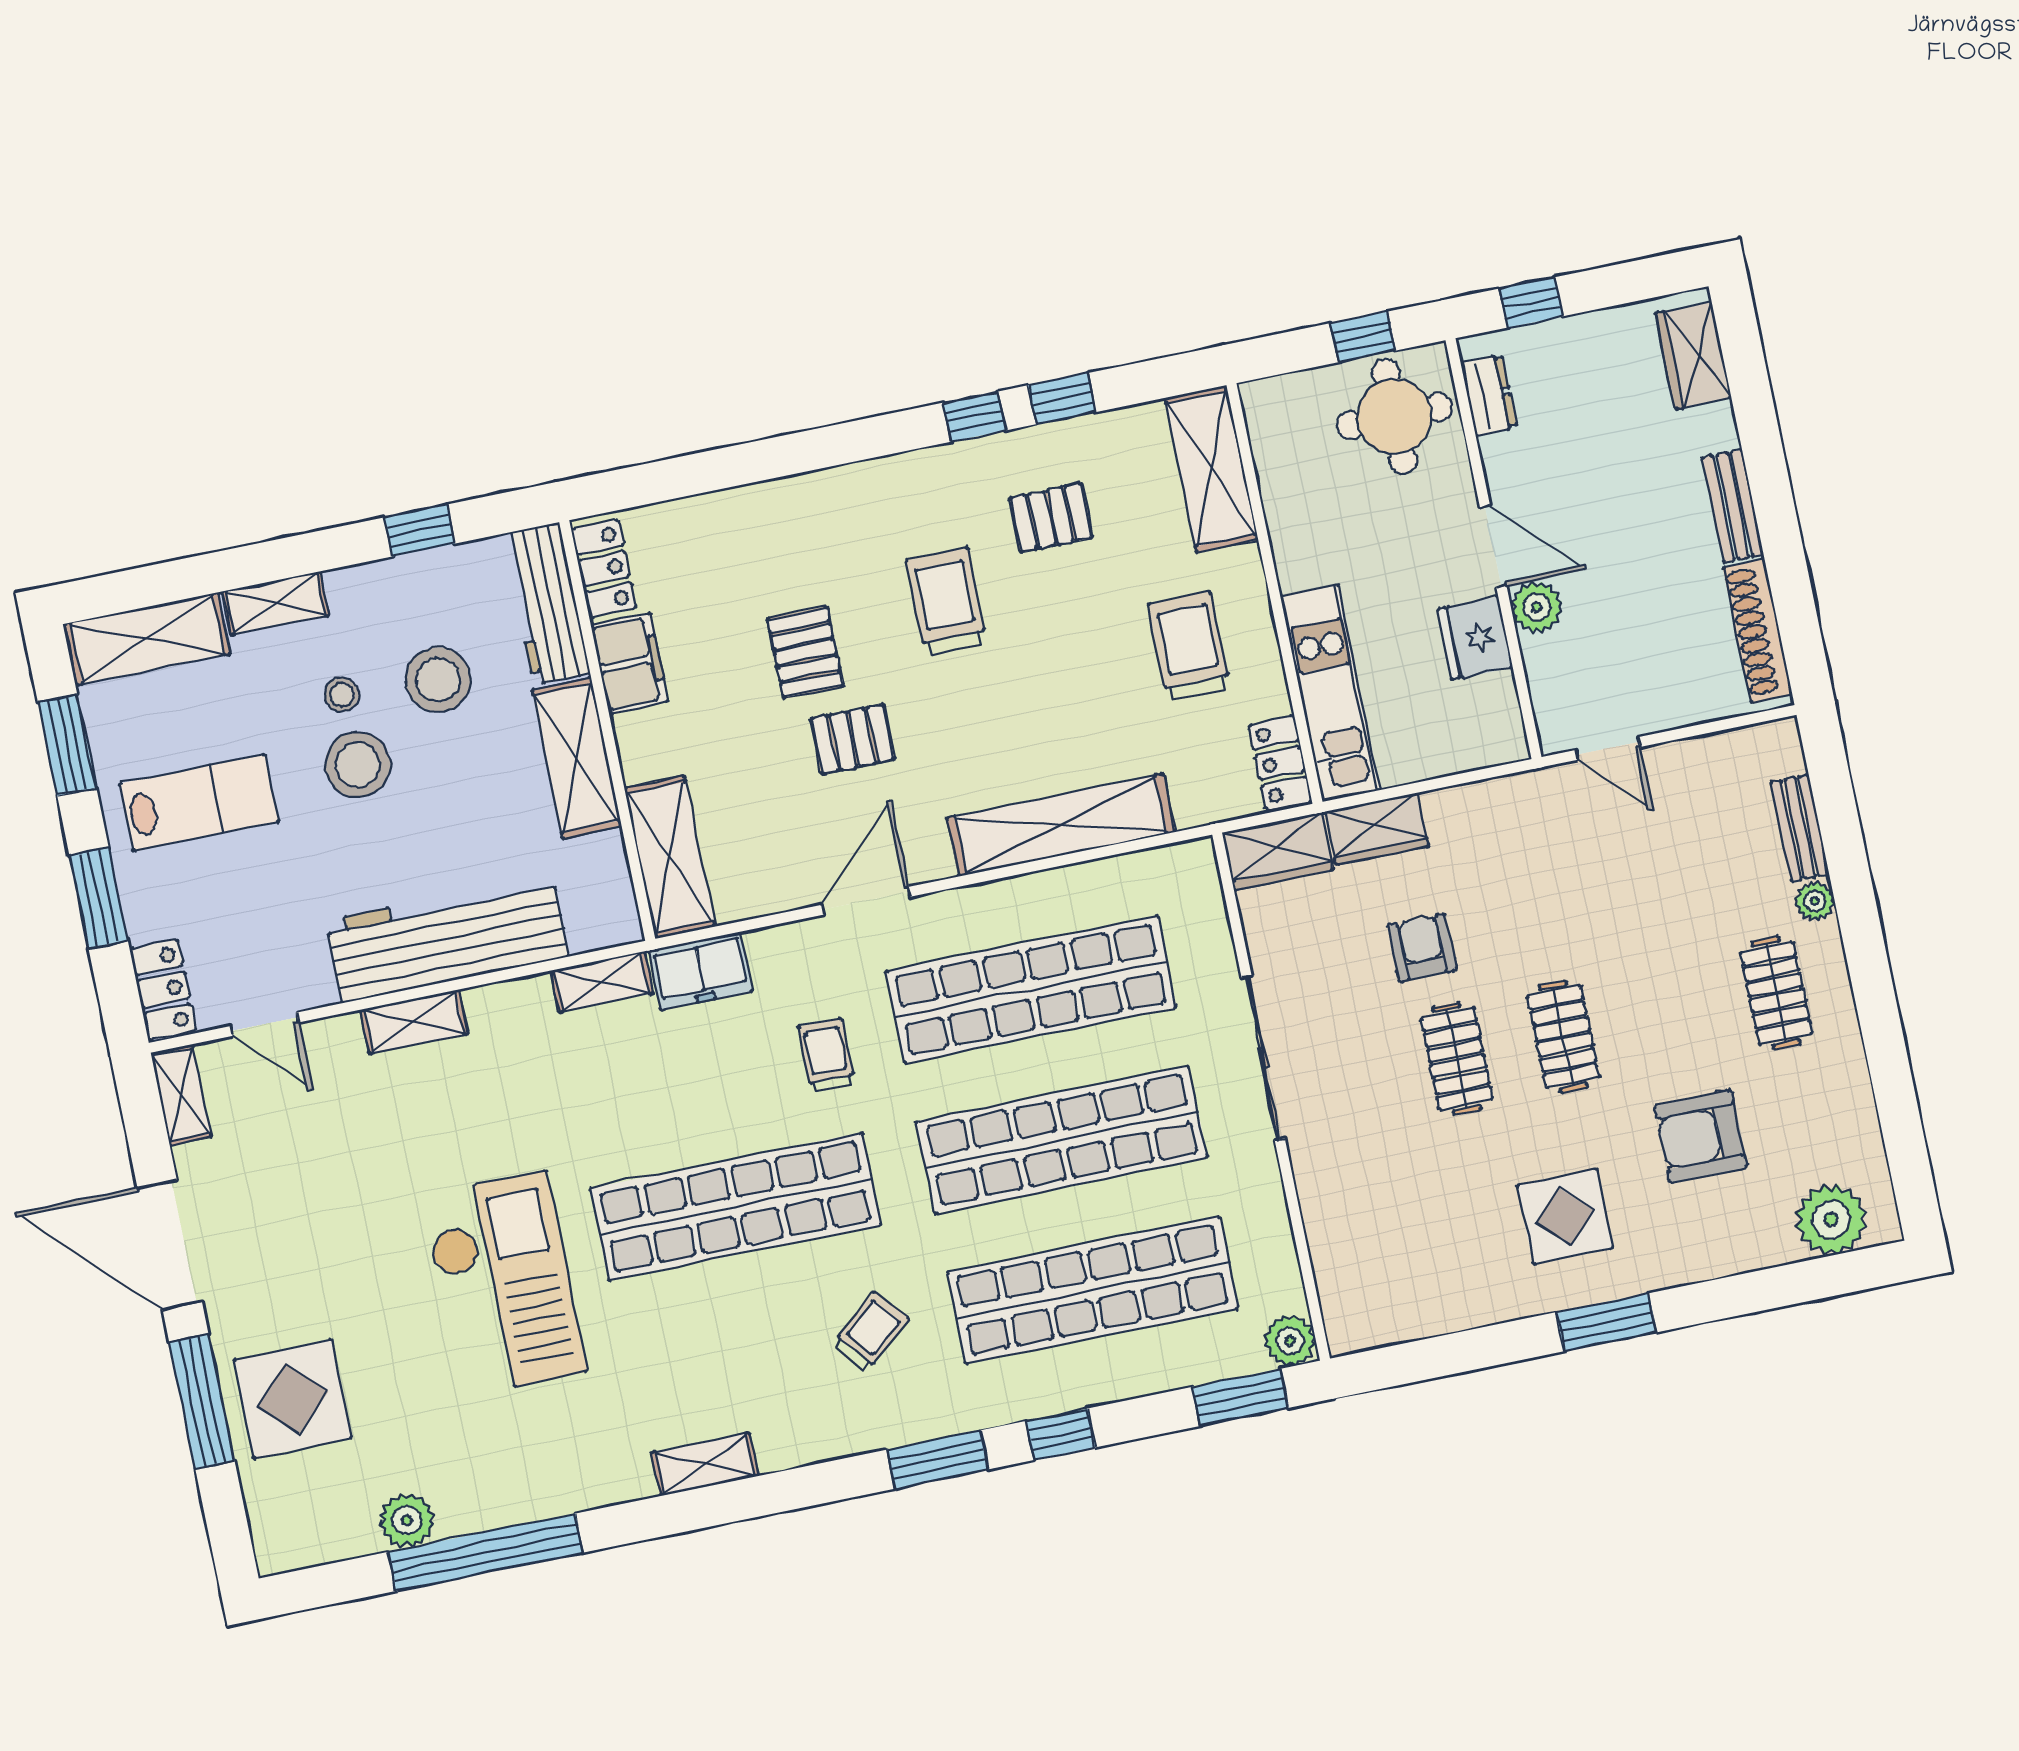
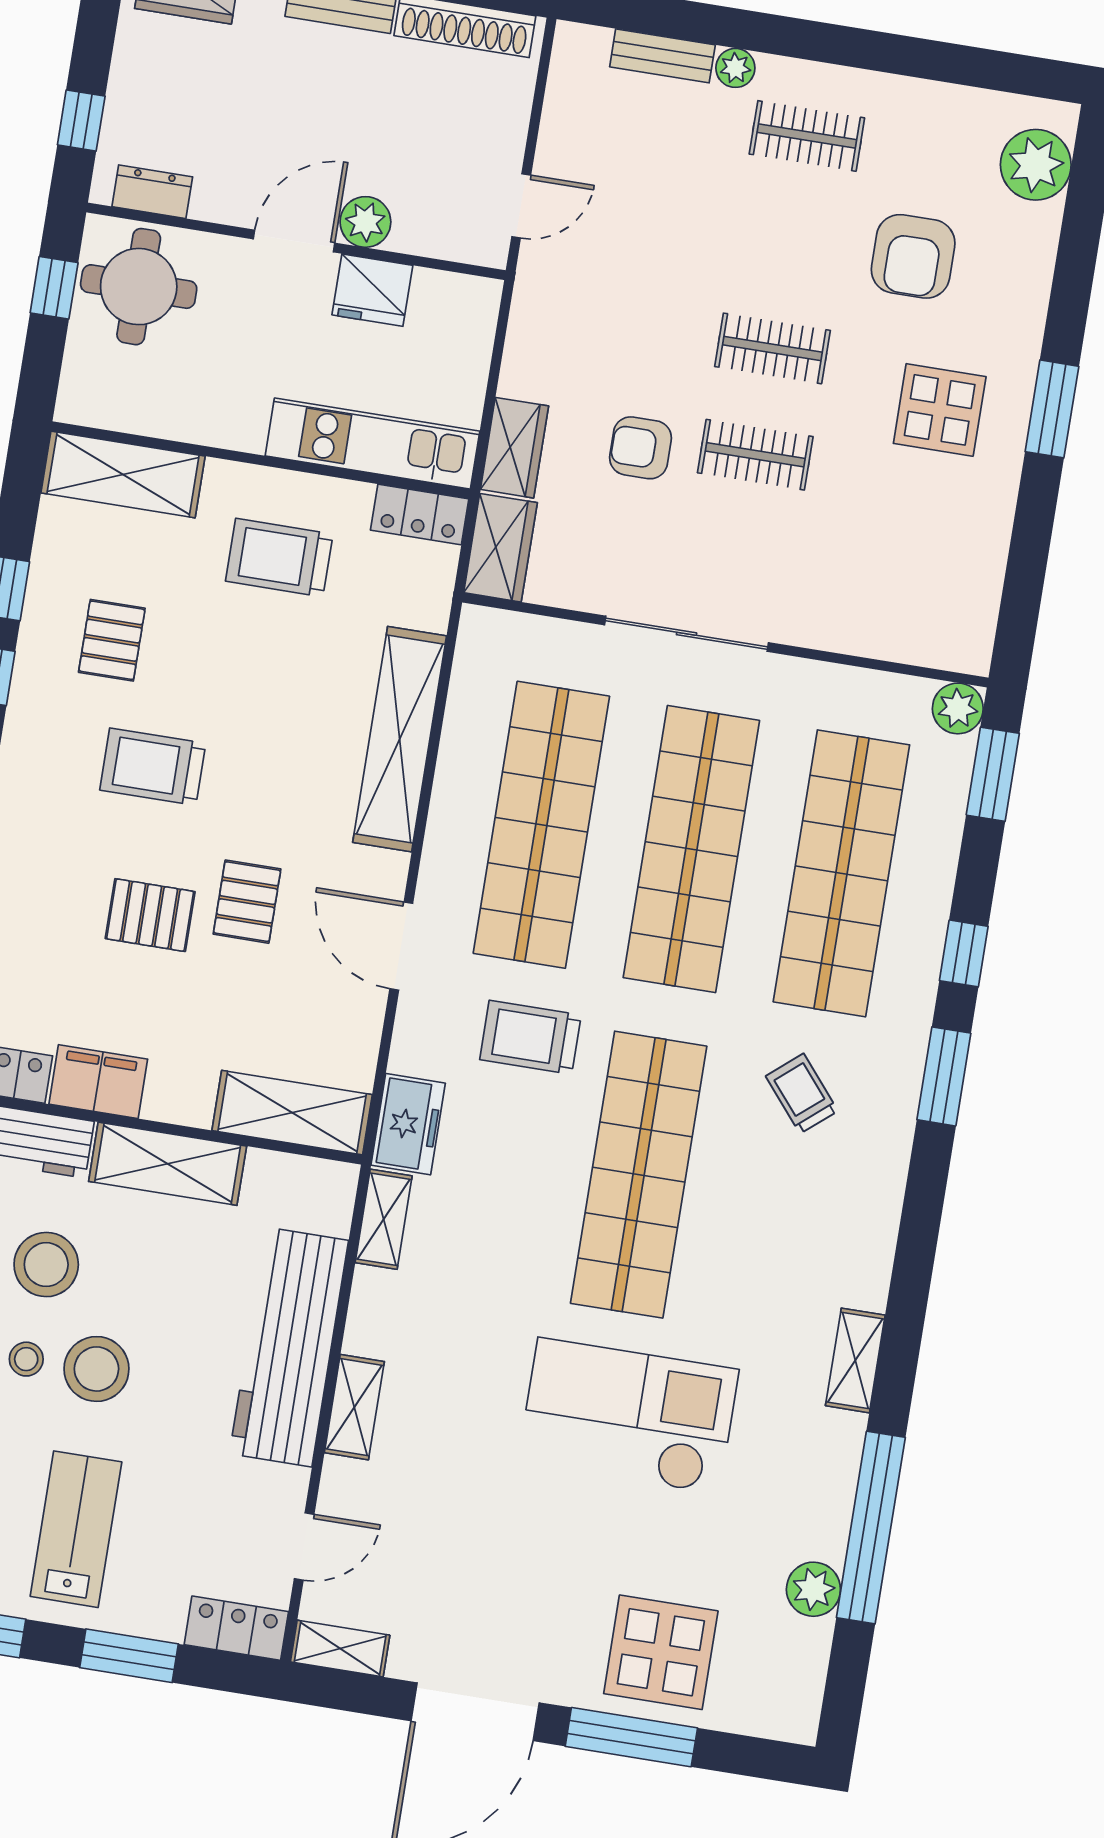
trolley: (826, 1055) -> (530, 1037), width x1.36, depth x1.39
shelving: (705, 1464) -> (855, 1360), moved

